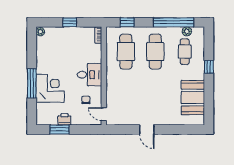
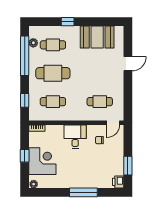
cafe table: (126, 52) -> (53, 102), width x0.73, depth x0.74
corner desk: (50, 88) -> (42, 161), moved, turned 90
cafe table: (126, 100) -> (100, 102), added
printer: (64, 119) -> (118, 182), moved
door: (147, 129) -> (128, 64), moved

